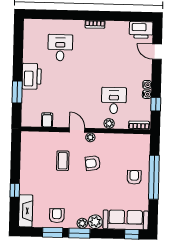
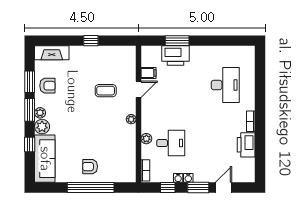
printer: (141, 30) -> (246, 145), moved
desk: (60, 48) -> (225, 85), width x1.37
window: (156, 75) -> (198, 187), added
printer: (32, 76) -> (175, 56), moved
door: (77, 130) -> (138, 89), moved
armchair: (93, 163) -> (104, 122), removed
armchair: (134, 177) -> (90, 167), turned 180
window: (15, 190) -> (91, 41), moved
window: (132, 234) -> (30, 144), moved

